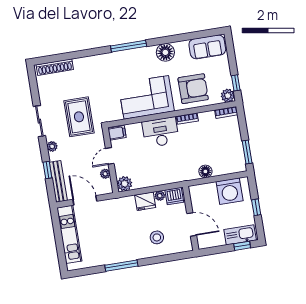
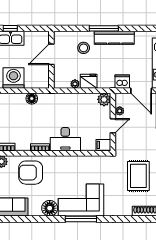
corner sofa: (146, 97) -> (81, 200), moved, turned 180
rug: (79, 117) -> (138, 176), moved
dishwasher: (174, 196) -> (122, 82), moved
door: (192, 224) -> (51, 54), hinge flipped
kitchen counter: (124, 254) -> (114, 38), added
window: (121, 266) -> (104, 28), moved

